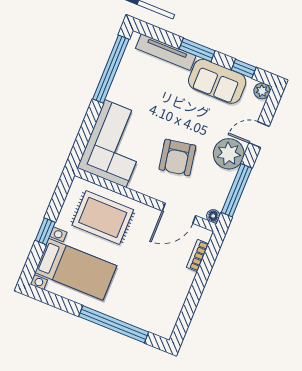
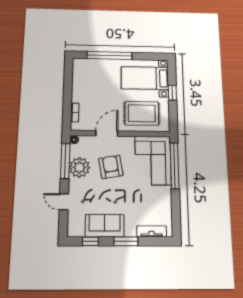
tv unit: (166, 52) -> (152, 231), width x0.71
window: (111, 69) -> (175, 166), moved
plant: (262, 91) -> (73, 231), removed
door: (259, 135) -> (64, 202), swing flipped
plant: (229, 154) -> (79, 167), moved
door: (179, 213) -> (107, 133), moved

